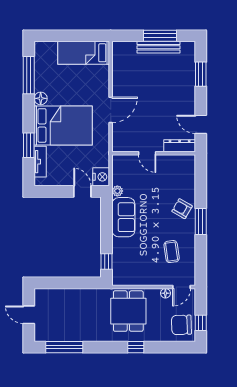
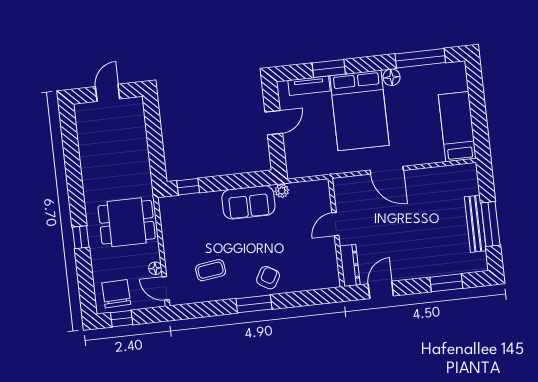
nightstand: (101, 177) -> (298, 167), removed
door: (82, 191) -> (274, 123), moved
window: (64, 347) -> (70, 144), removed

